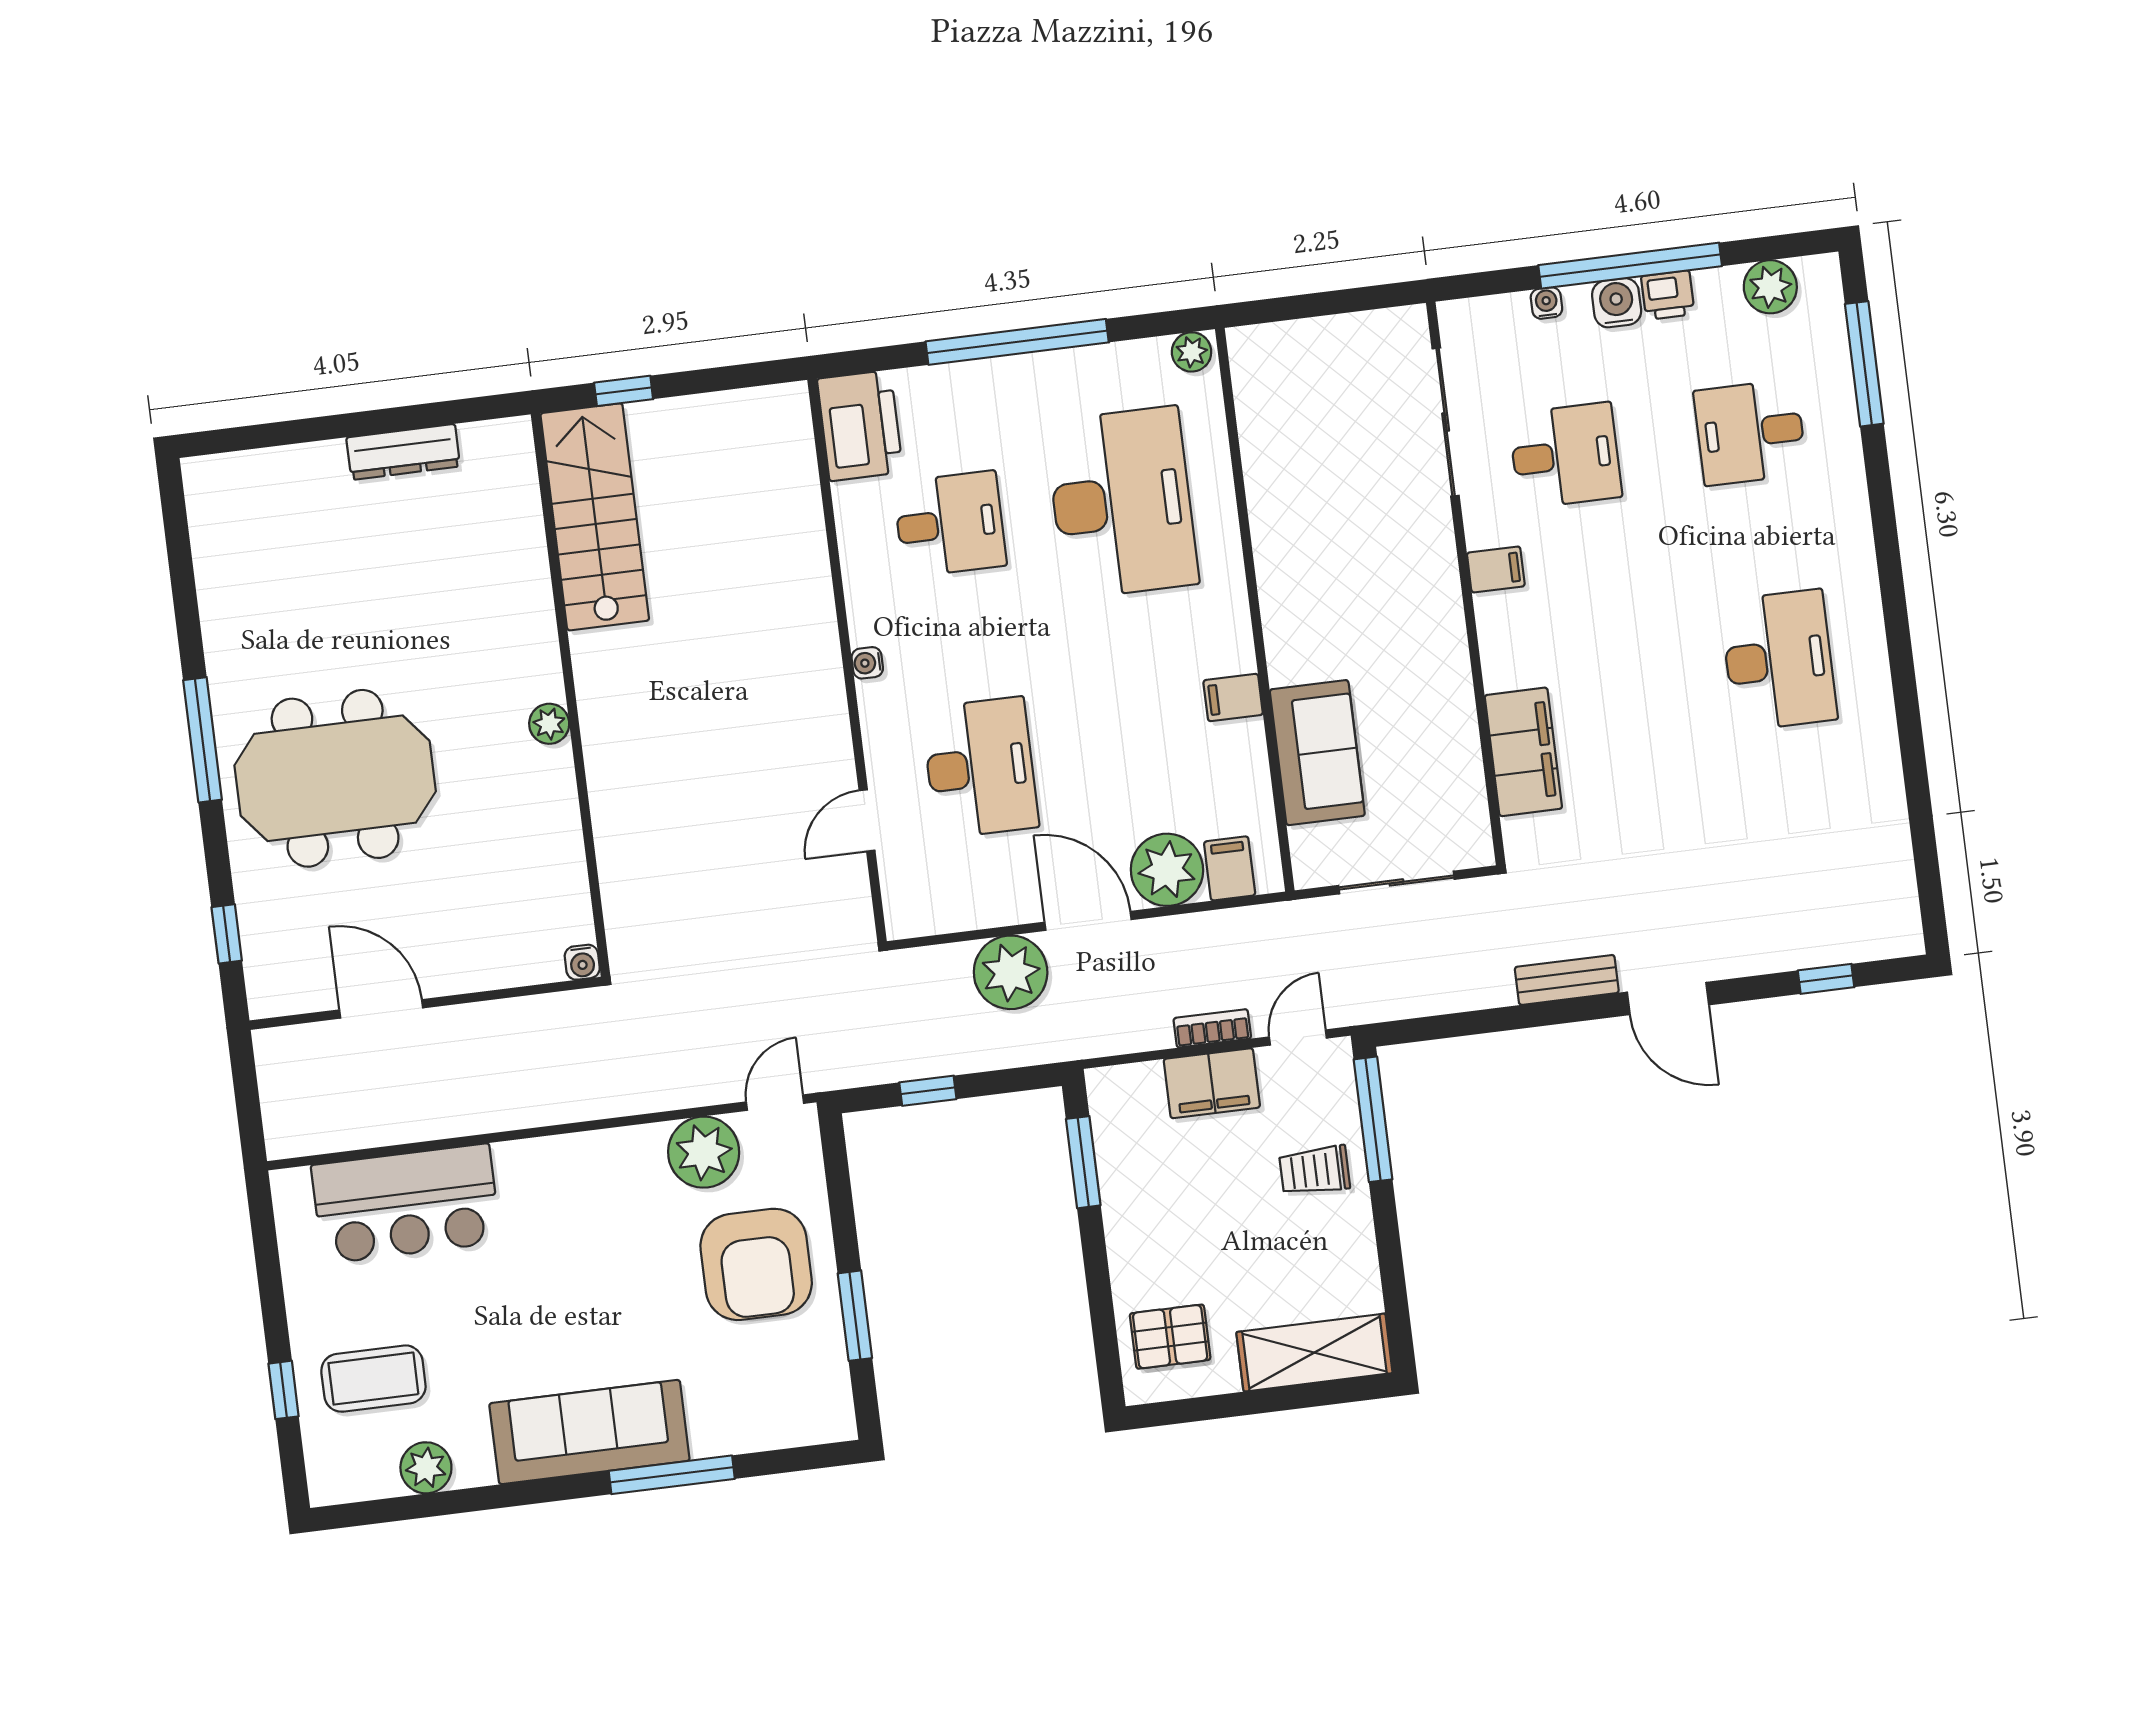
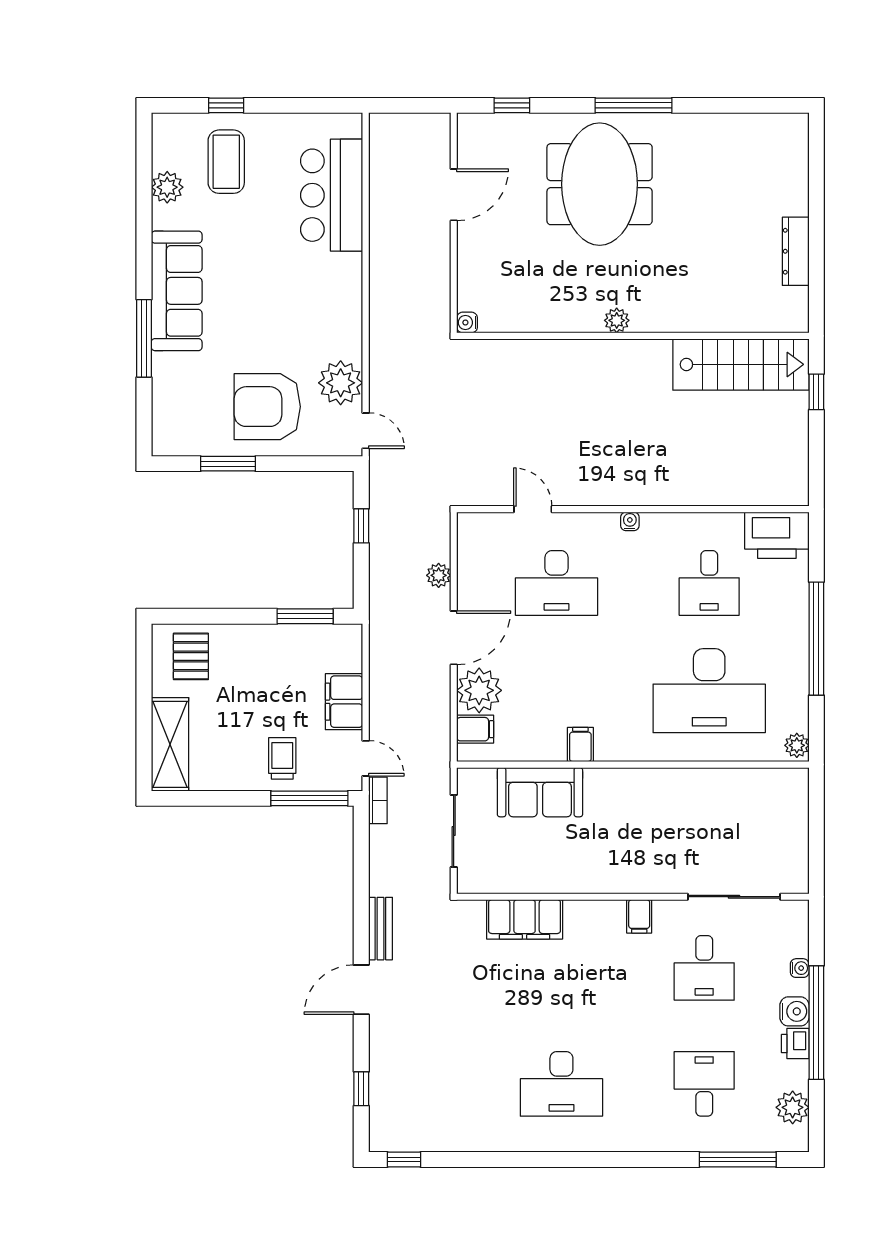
window: (1931, 896) -> (404, 1160), added
plant: (1011, 972) -> (439, 575), width x0.53, depth x0.53
bookcase: (1212, 1028) -> (378, 800), moved

